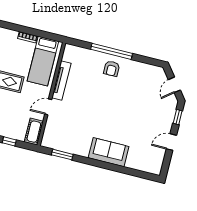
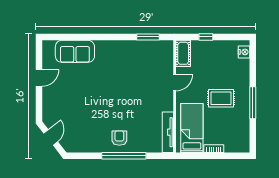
tv unit: (61, 81) -> (168, 132), moved
window: (178, 117) -> (39, 105), removed
sofa: (109, 152) -> (75, 51), moved

